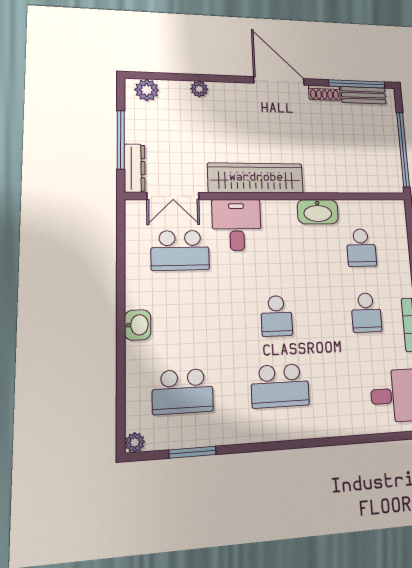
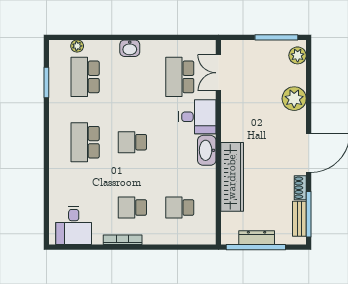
plant: (199, 89) -> (294, 99), width x1.88, depth x1.88
window: (121, 140) -> (276, 37), moved
dresser: (135, 168) -> (257, 238), moved, turned 180
wardrobe: (256, 178) -> (232, 177), moved
washbasin: (318, 212) -> (207, 150), moved
plant: (135, 442) -> (77, 46), moved

